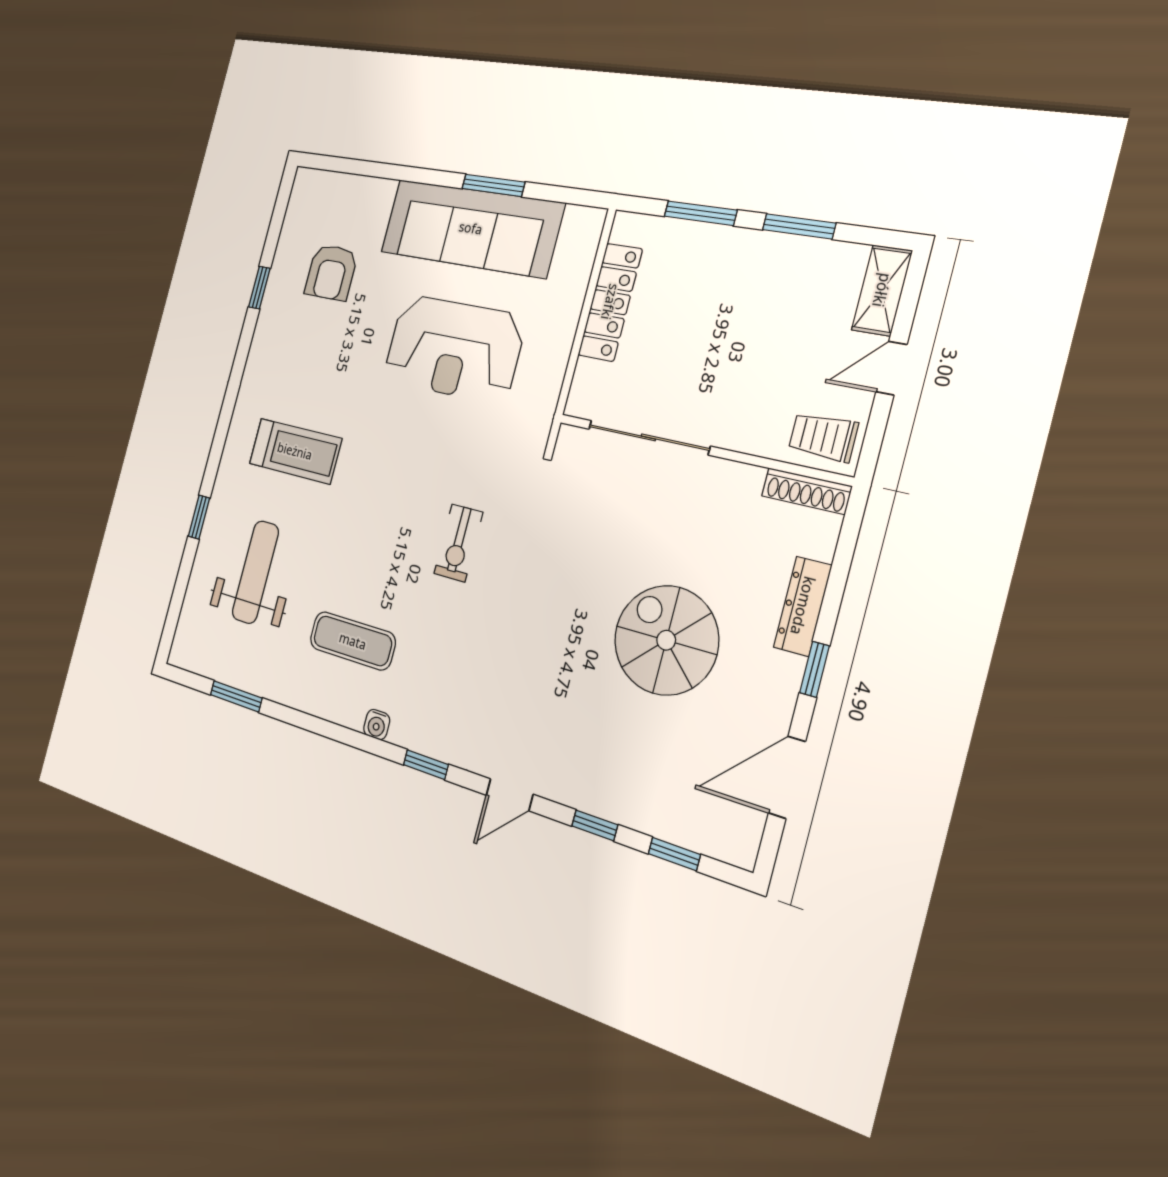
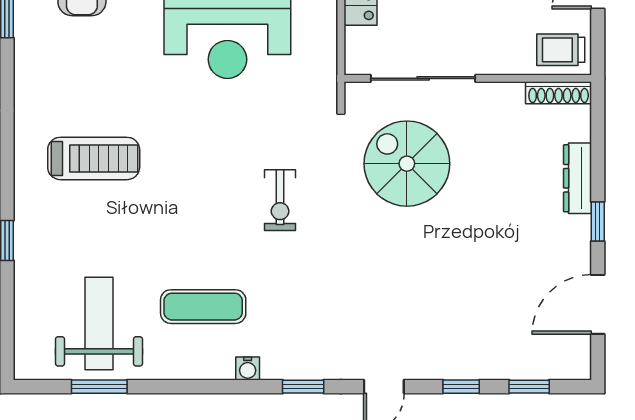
weight bench: (255, 572) -> (99, 324), moved
spiral stairs: (666, 640) -> (407, 164), moved

